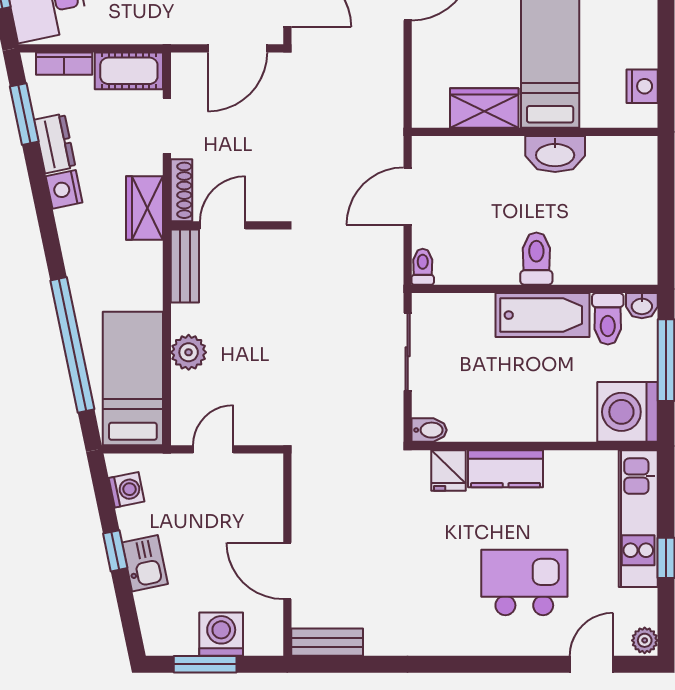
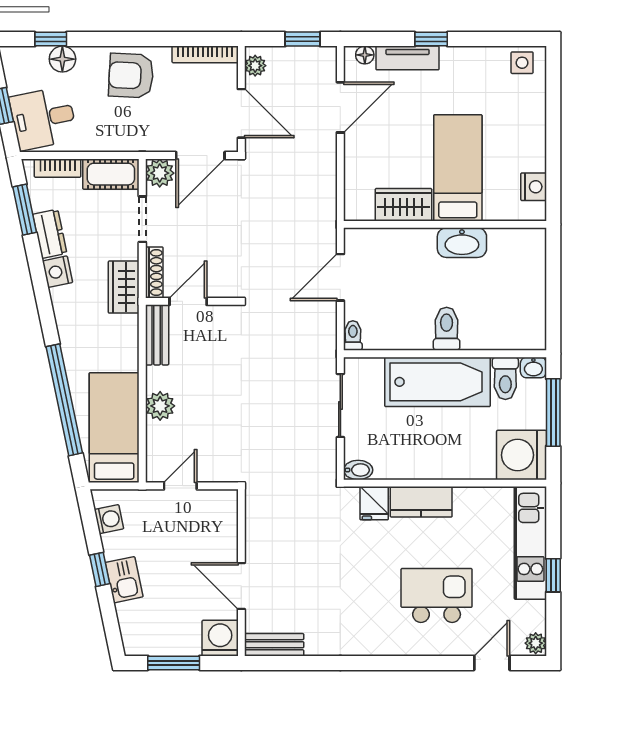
plant: (188, 70) -> (160, 173), added
bathtub: (543, 315) -> (437, 382), width x1.36, depth x1.36
washing machine: (221, 634) -> (220, 638), moved

